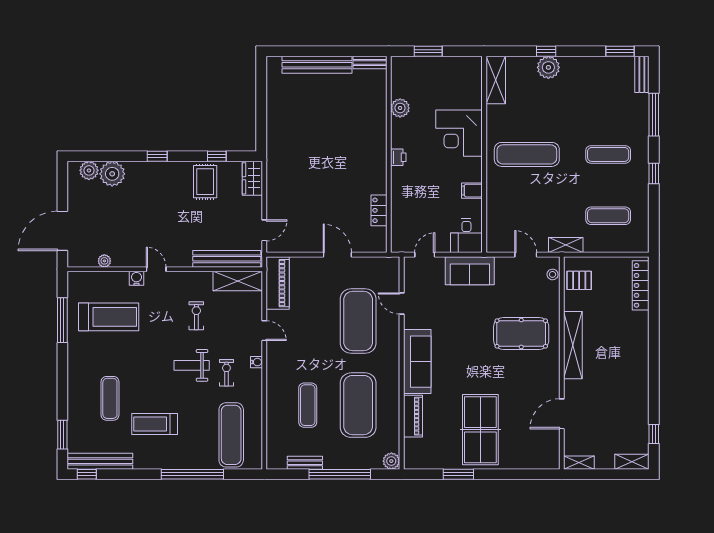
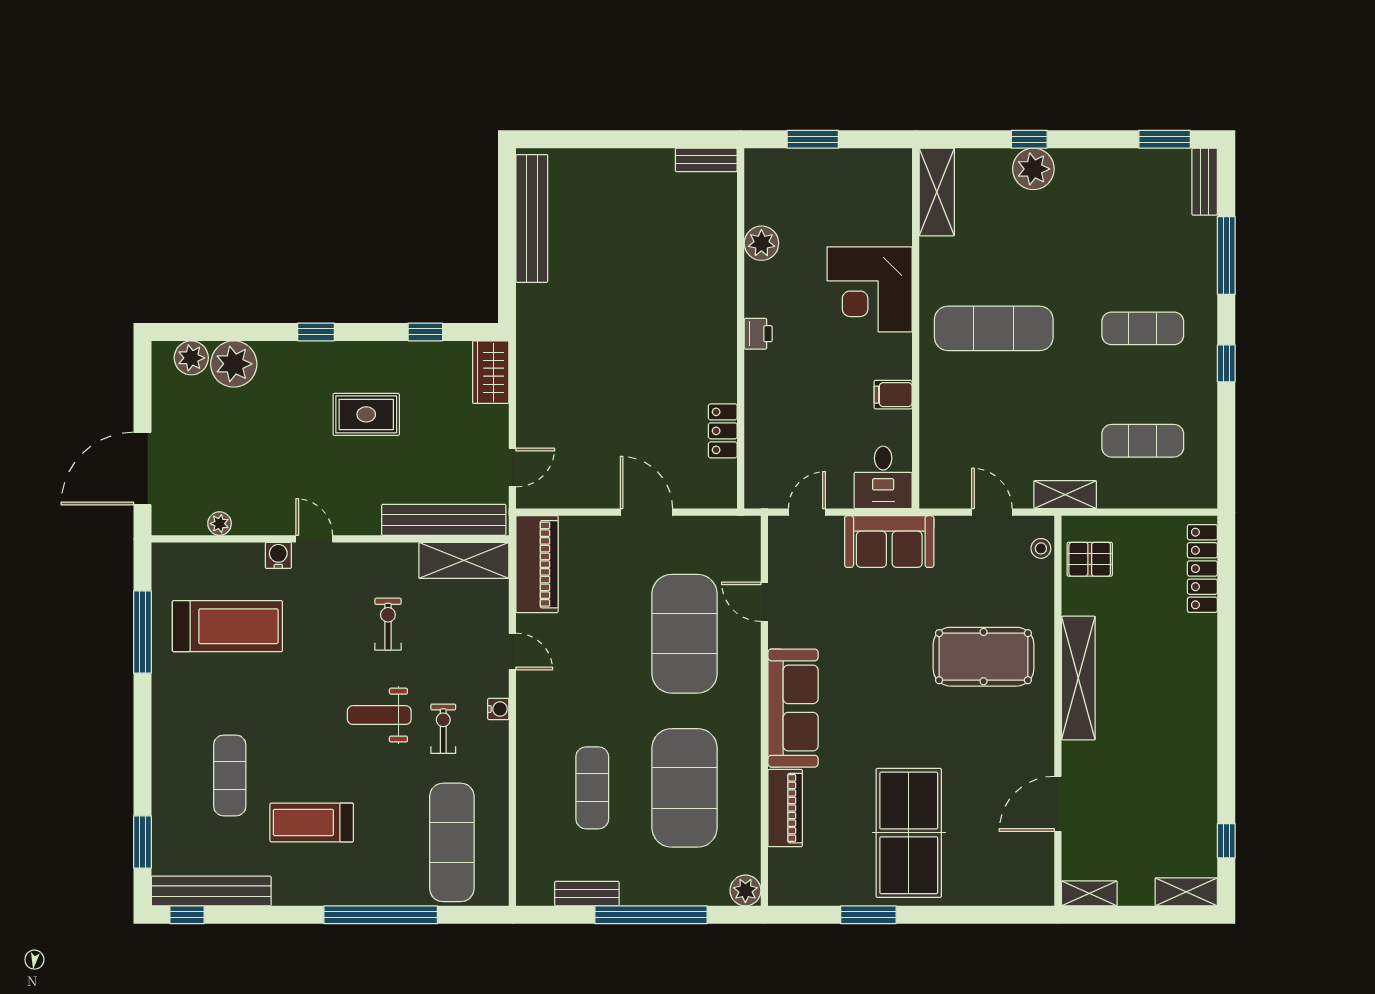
bench: (317, 65) -> (532, 218), moved, turned 90
rug: (205, 182) -> (366, 414), moved, turned 90

